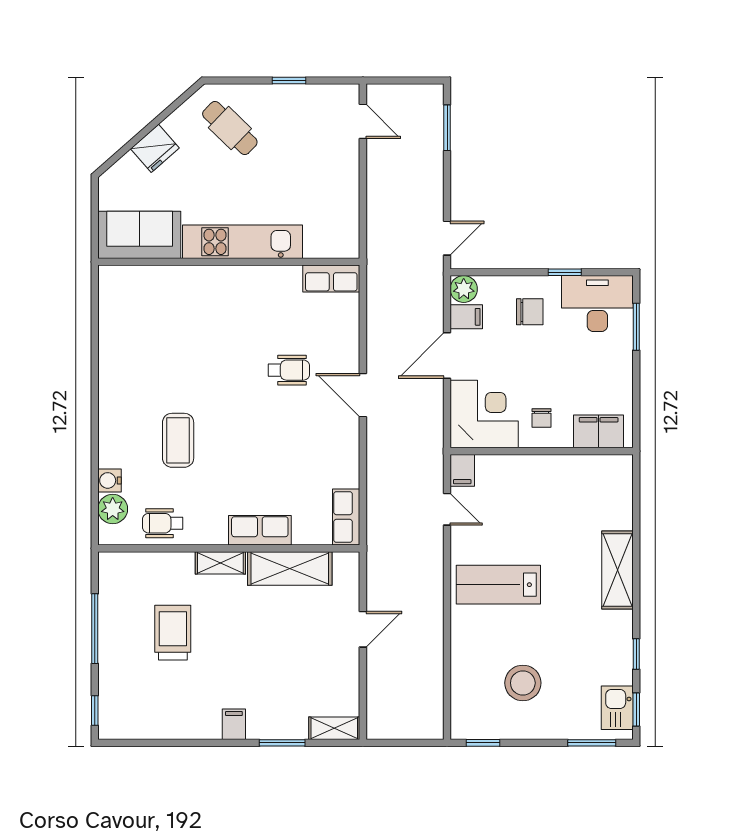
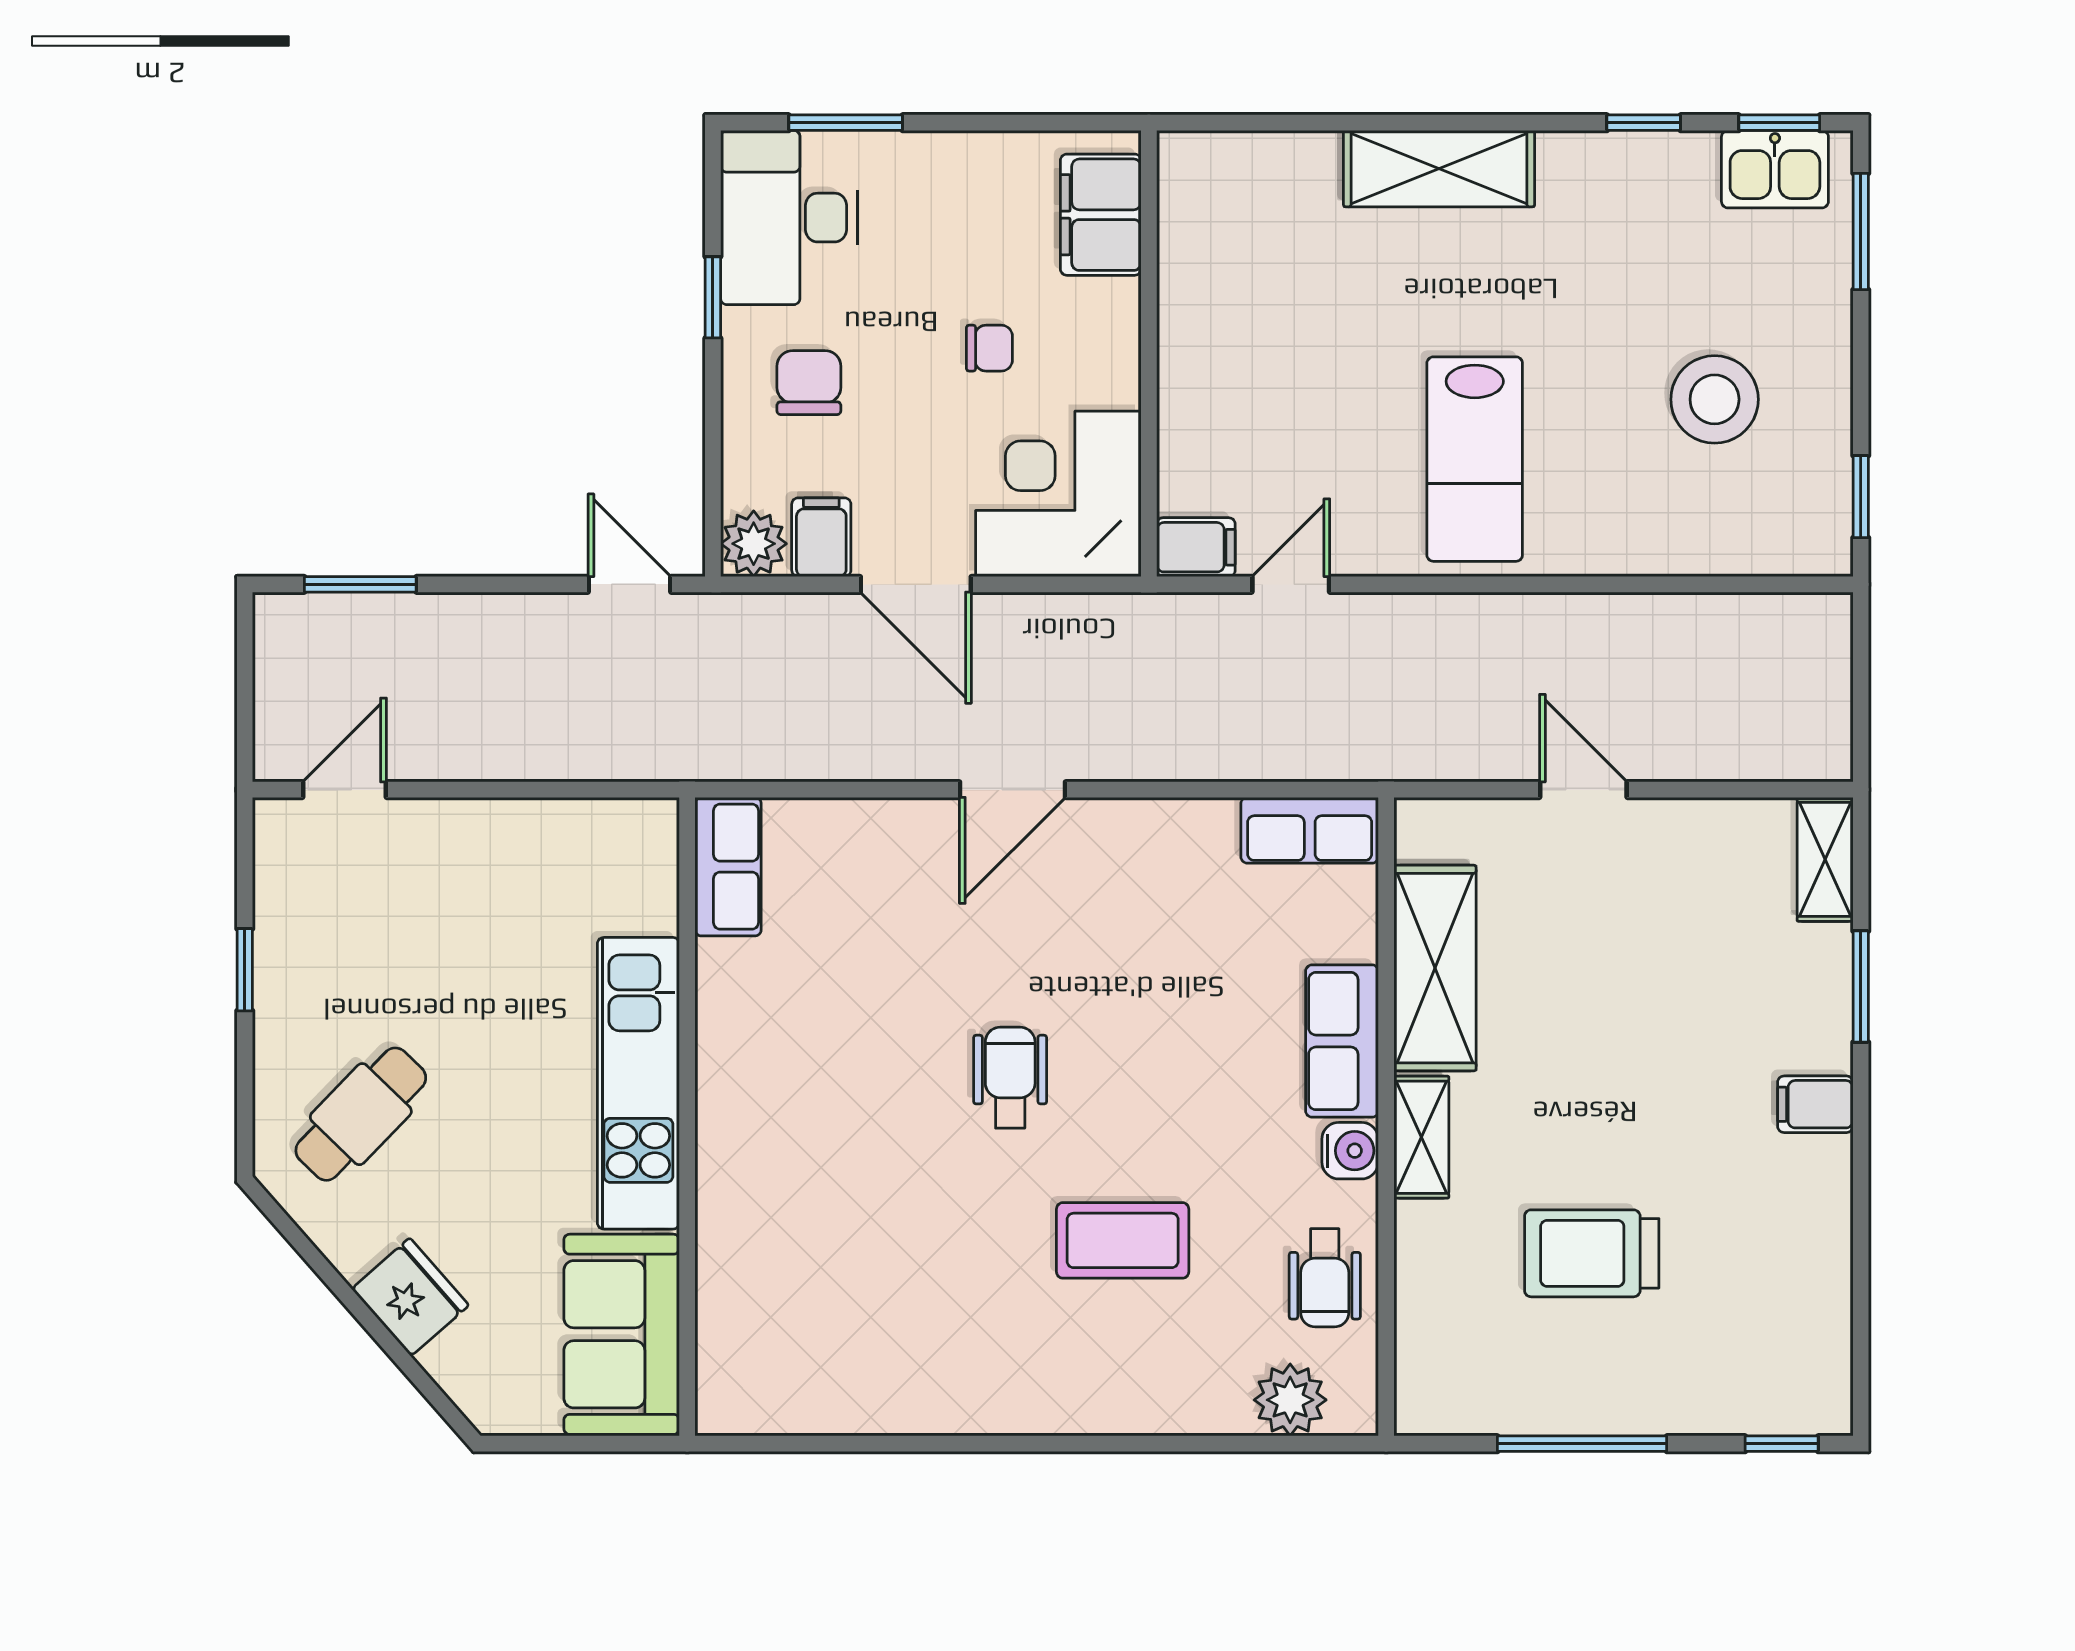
wheelchair: (289, 370) -> (1010, 1078), moved
chair: (541, 418) -> (989, 348), moved
water cooler: (110, 480) -> (1350, 1151), moved, turned -90

